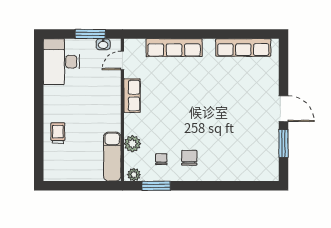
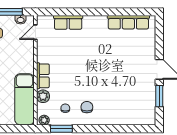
row of seats: (174, 48) -> (68, 22), width x0.68
row of seats: (132, 96) -> (43, 76), moved
exam couch: (112, 157) -> (25, 99), width x1.36, depth x1.45

